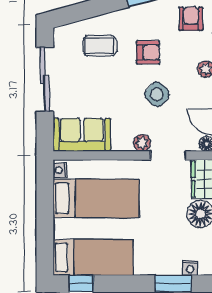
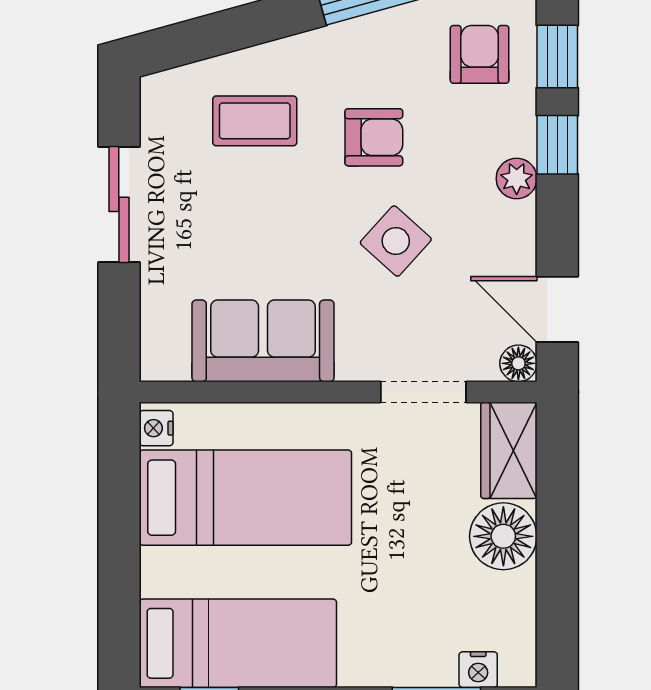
sliding door: (45, 80) -> (119, 204), width x0.73
sofa: (82, 135) -> (263, 341), moved
plant: (142, 143) -> (359, 361), removed

